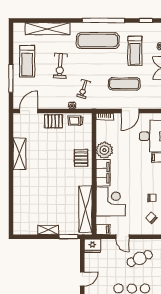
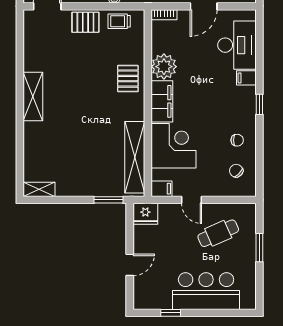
shelving: (19, 154) -> (33, 96), moved
shelving: (48, 230) -> (39, 189), moved

